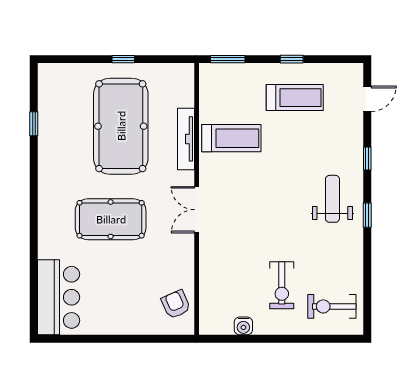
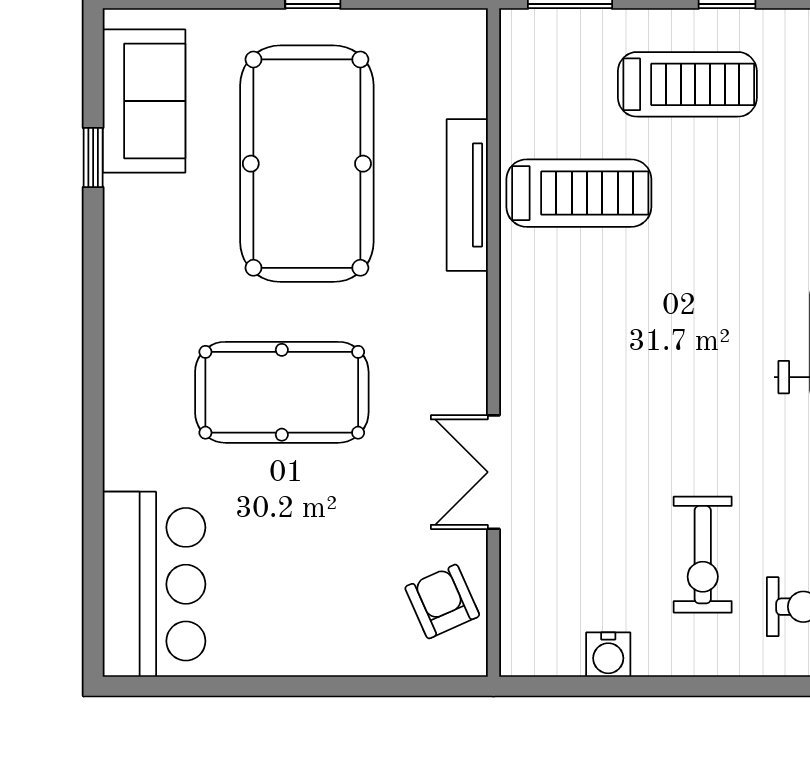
treadmill: (295, 98) -> (687, 84), moved
sofa: (55, 101) -> (144, 101), added
double door: (197, 210) -> (493, 472), moved

